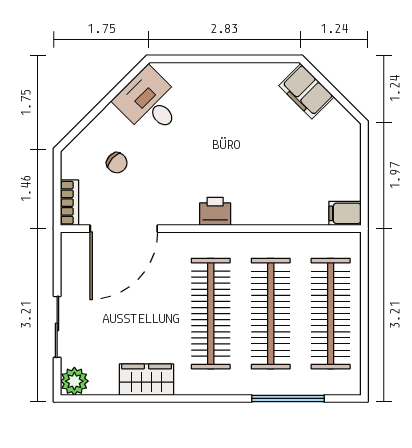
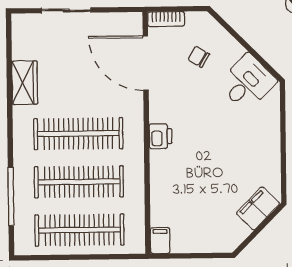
chair: (117, 163) -> (199, 57), turned 79
plant: (74, 381) -> (23, 25), removed

